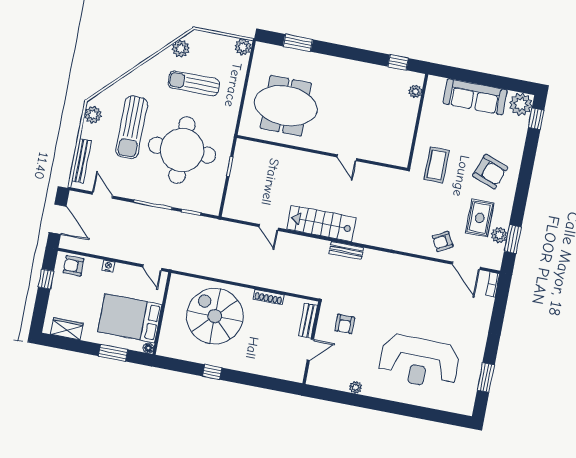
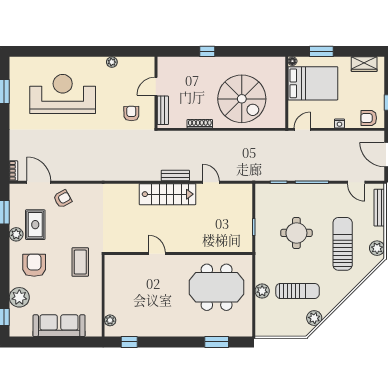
plant: (243, 47) -> (262, 291), moved
plant: (521, 104) -> (19, 297), moved
round table: (182, 150) -> (296, 233), width x0.54, depth x0.54
armchair: (490, 172) -> (34, 265), turned 70
plant: (499, 235) -> (16, 234), moved
bench: (346, 250) -> (175, 176), moved
armchair: (74, 266) -> (369, 118), turned 180
door: (152, 268) -> (302, 129), hinge flipped
window: (212, 372) -> (207, 51), moved

